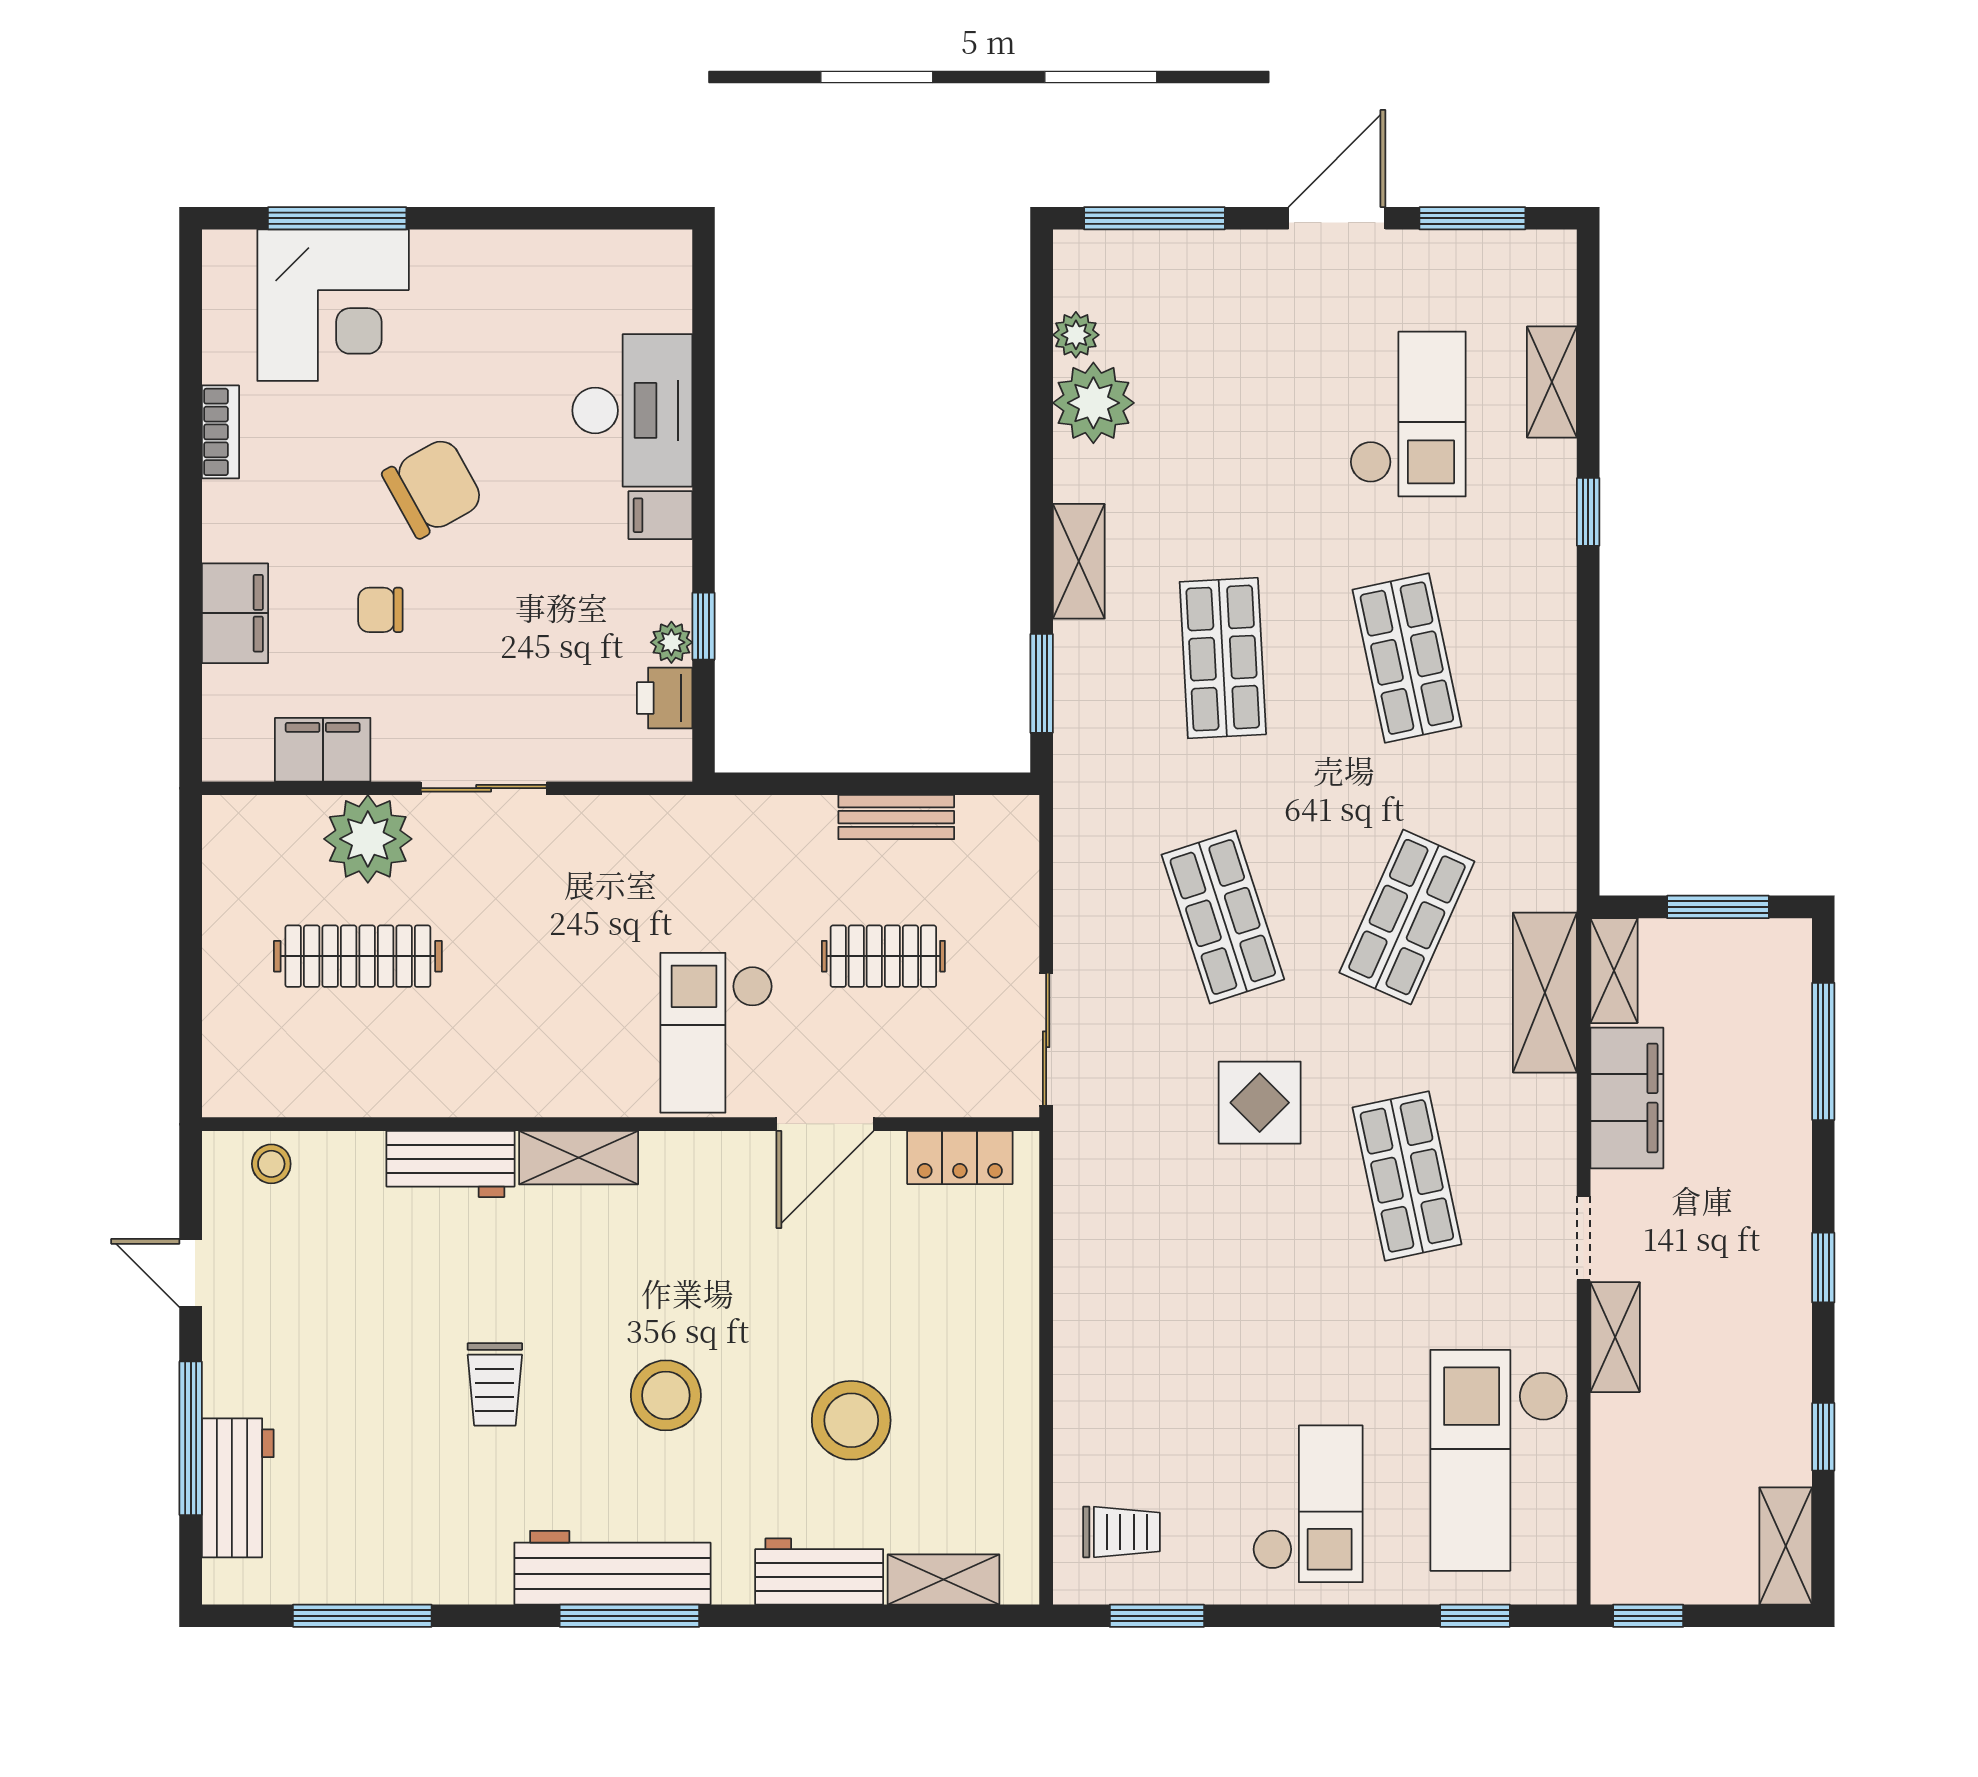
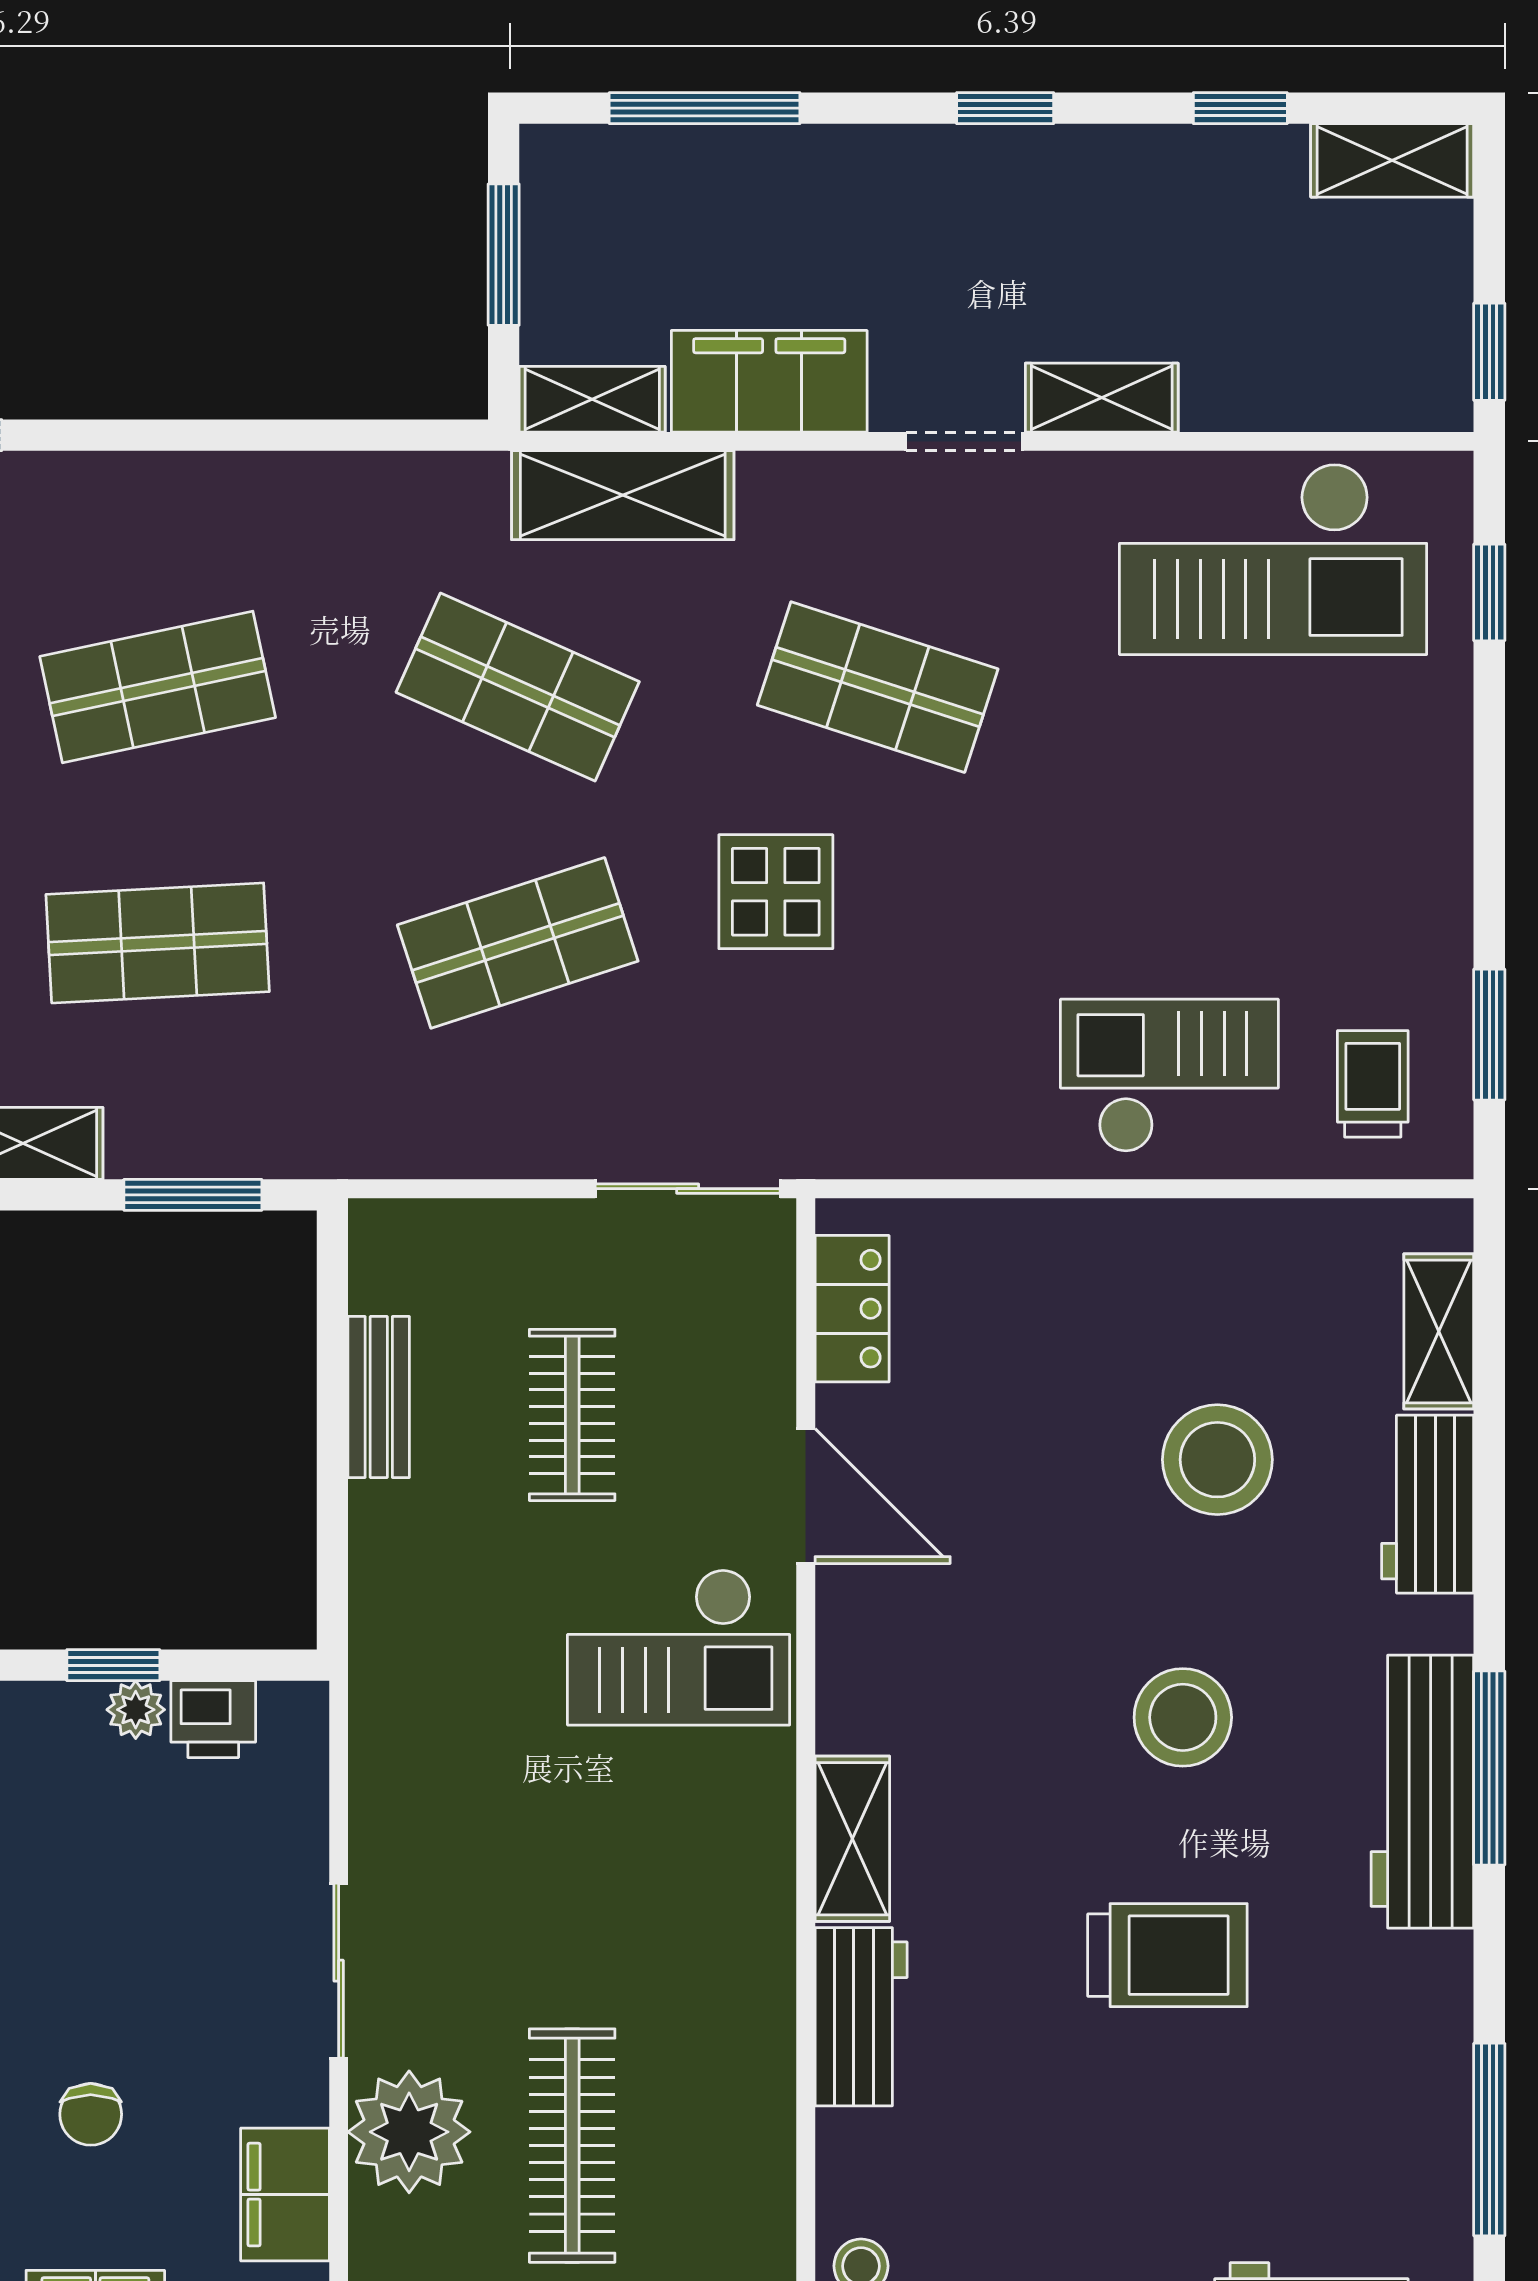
shop shelf: (1407, 1176) -> (878, 687), turned 30
trolley: (495, 1384) -> (1167, 1955), width x1.36, depth x1.39
checkout: (1308, 1504) -> (1169, 1076), moved

